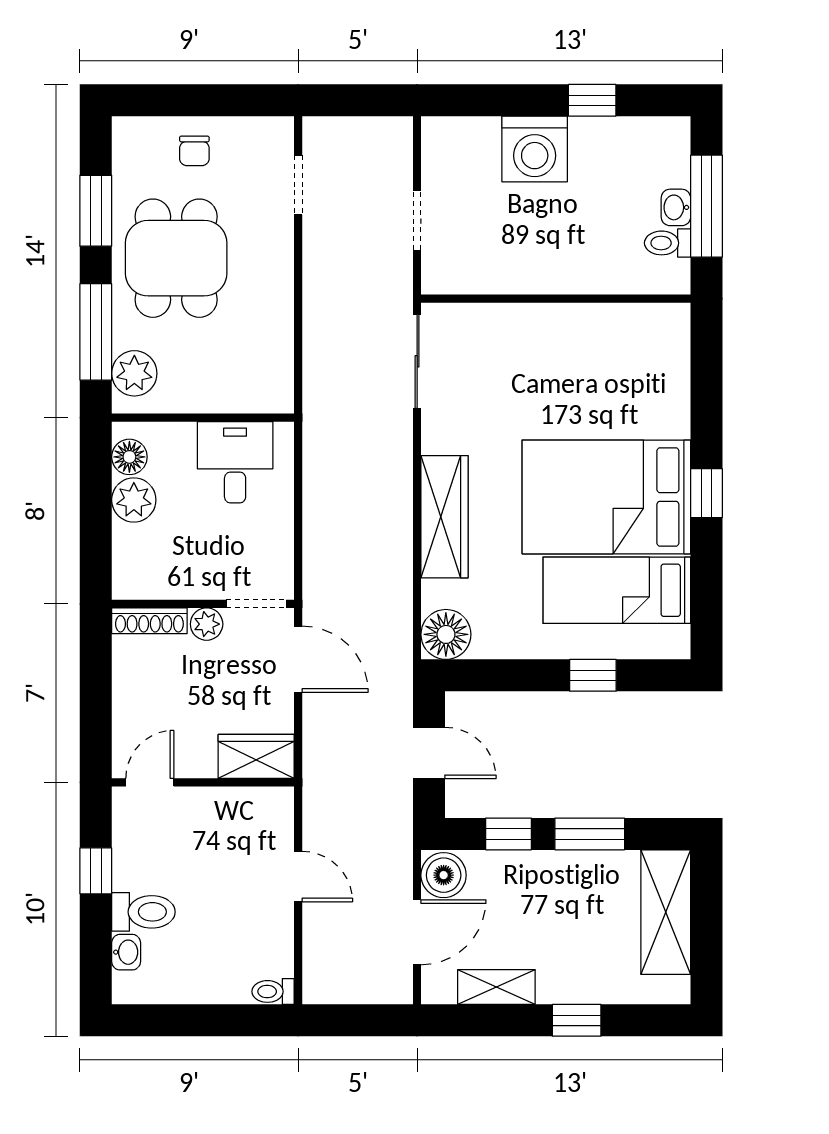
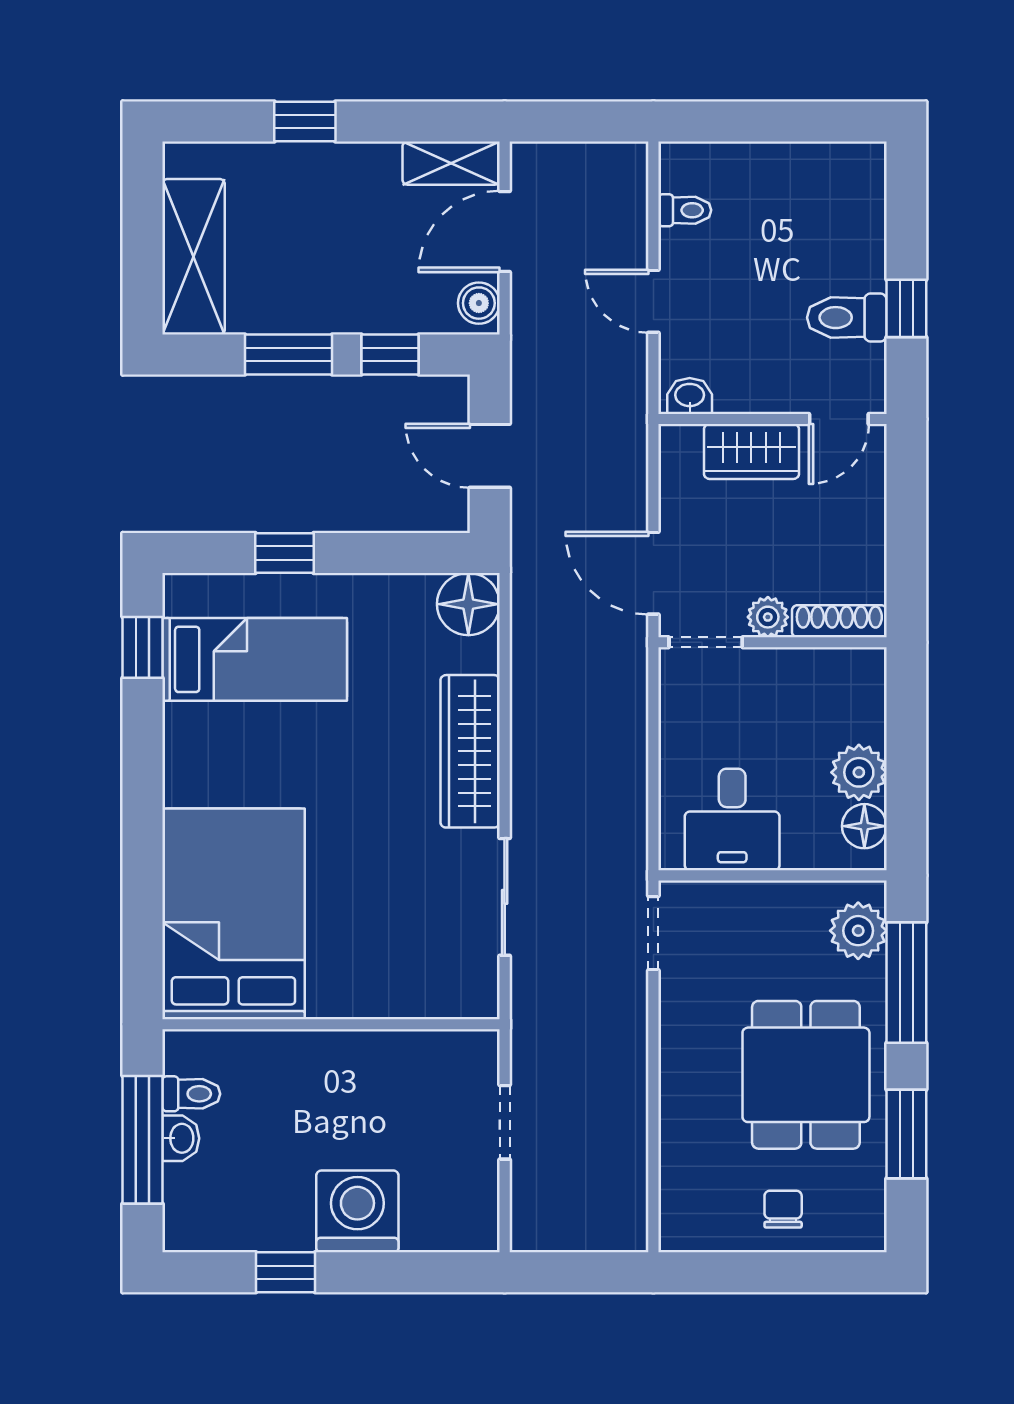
doorway: (298, 185) -> (653, 933), moved
sliding door: (417, 361) -> (505, 897), moved
window: (706, 493) -> (142, 647), moved
bed: (606, 497) -> (233, 914), moved, turned -90
wardrobe: (256, 756) -> (751, 452), moved
boiler: (444, 875) -> (479, 303), width x0.73, depth x0.73
toilet: (143, 912) -> (847, 318), moved
washbasin: (126, 952) -> (690, 396), moved, turned 90
shelving: (496, 987) -> (451, 163), moved
toilet: (273, 991) -> (685, 210), moved

